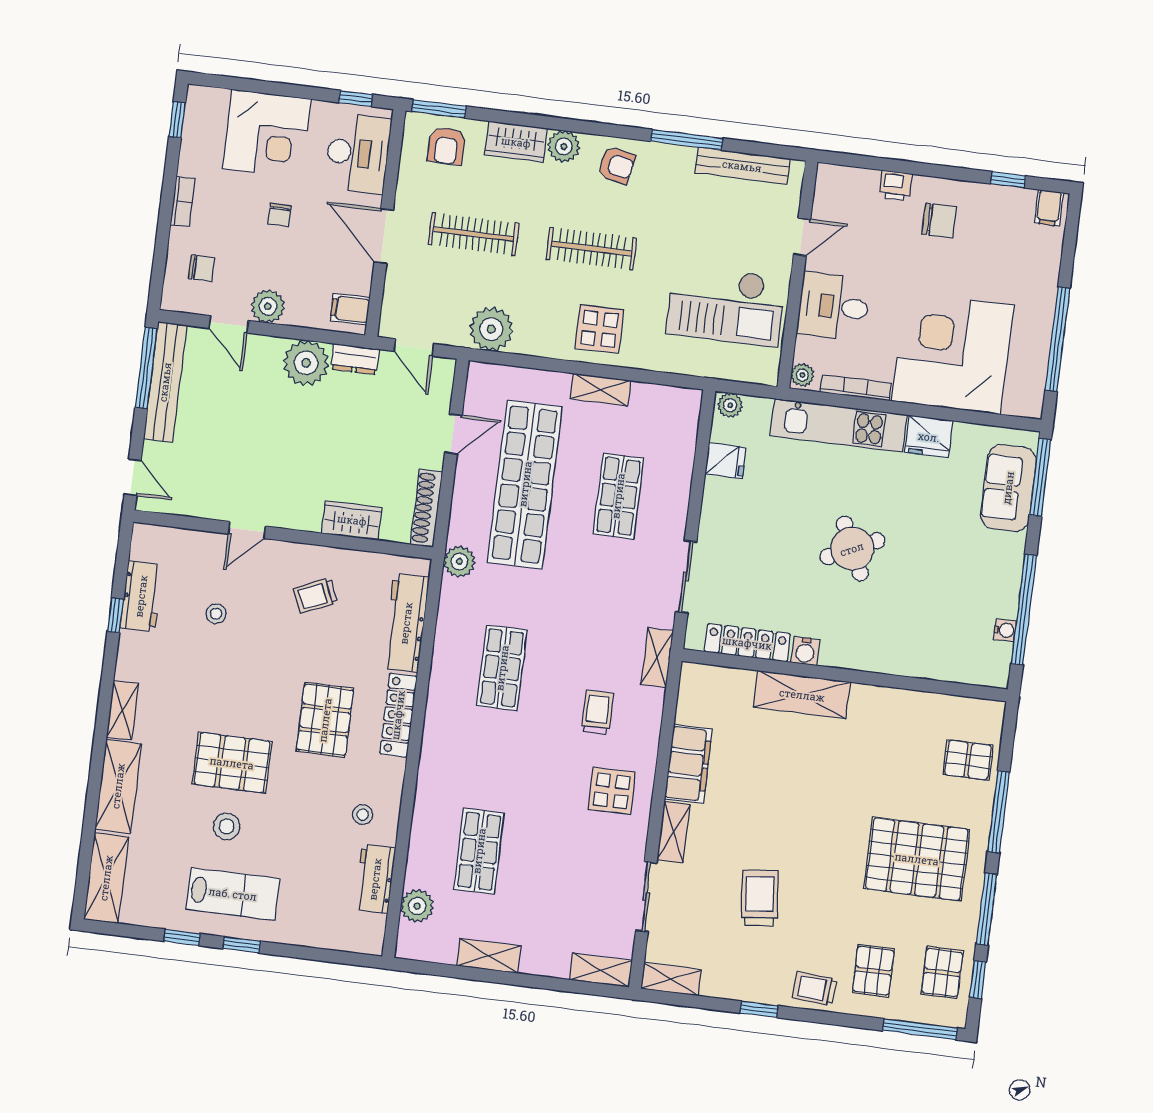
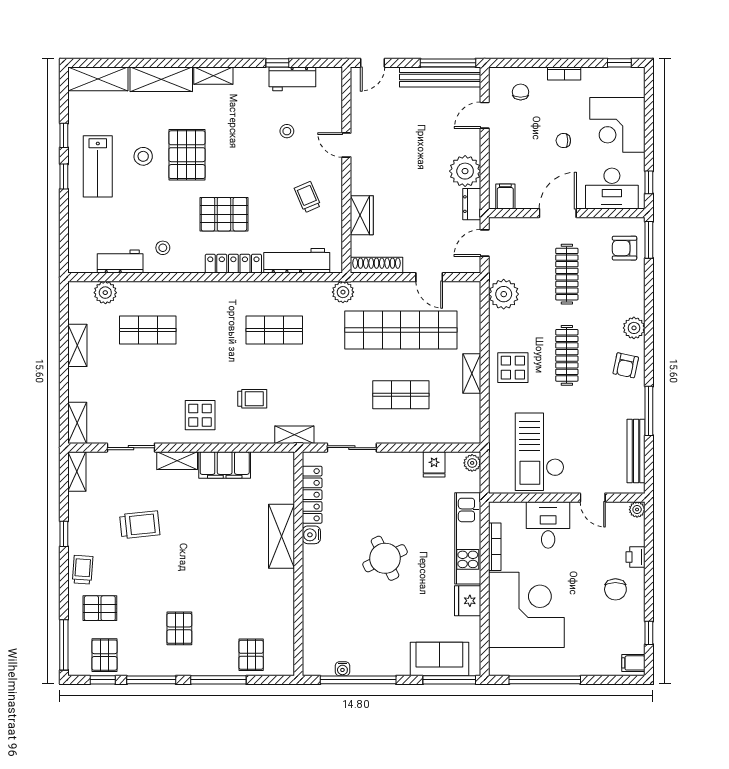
wardrobe: (516, 142) -> (633, 295), removed
chair: (201, 268) -> (521, 92), turned 180
plant: (268, 306) -> (500, 140), removed
plant: (802, 375) -> (637, 510), moved
pallet: (917, 859) -> (179, 628), width x0.49, depth x0.50
pallet: (942, 972) -> (104, 655), turned 90

